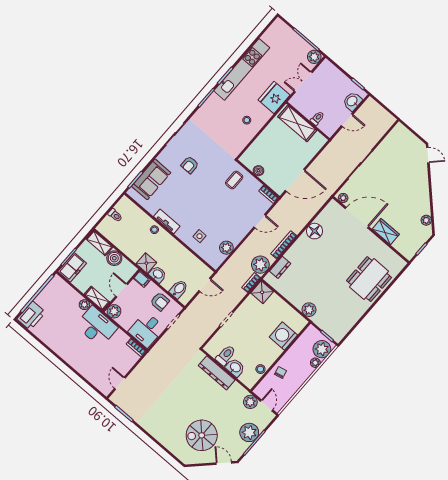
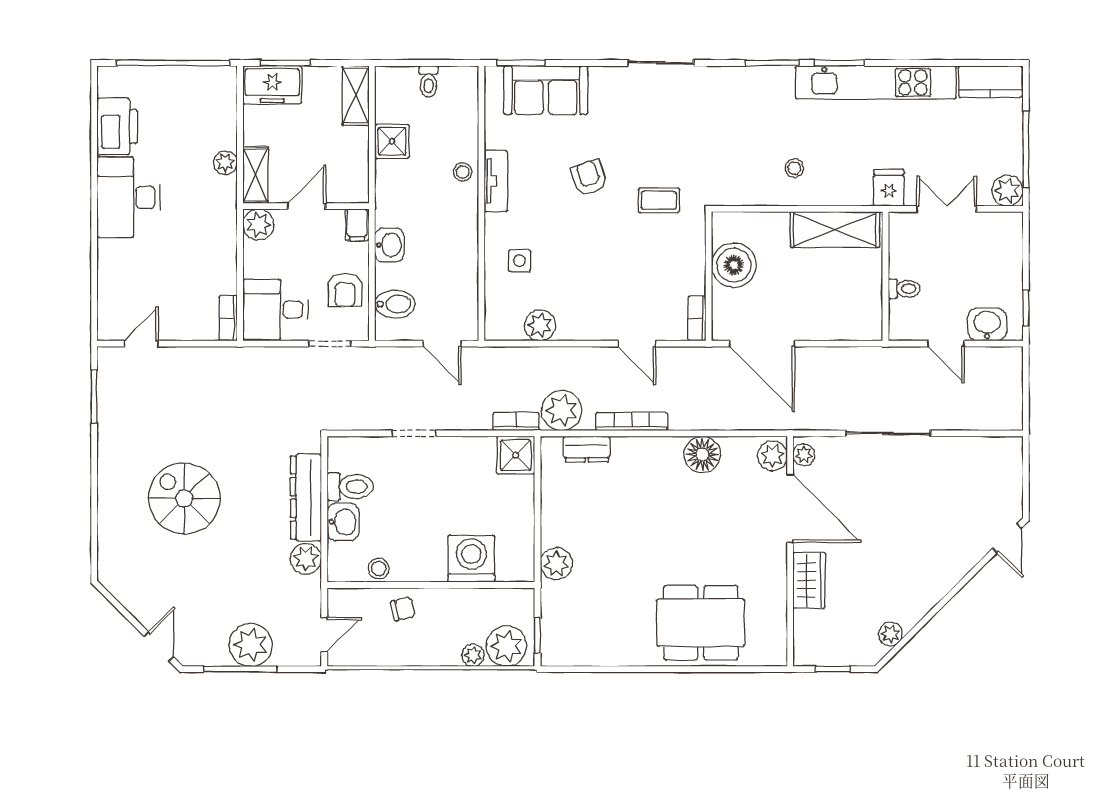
kitchen counter: (274, 32) -> (990, 82), added
fridge: (274, 98) -> (889, 188), width x0.53, depth x0.75
shelving: (297, 124) -> (835, 230), moved, turned 90
armchair: (190, 165) -> (589, 178), moved, turned 71
boiler: (259, 171) -> (734, 265), width x1.86, depth x1.86
coffee table: (234, 180) -> (659, 200), moved
plant: (335, 209) -> (772, 456), added
boiler: (114, 258) -> (352, 145), removed
shower: (146, 263) -> (392, 141), moved
printer: (31, 316) -> (117, 126), moved, turned -90
desk: (97, 326) -> (128, 197), moved, turned 180
plant: (250, 402) -> (306, 559), moved
spiral stairs: (202, 435) -> (184, 498), moved

